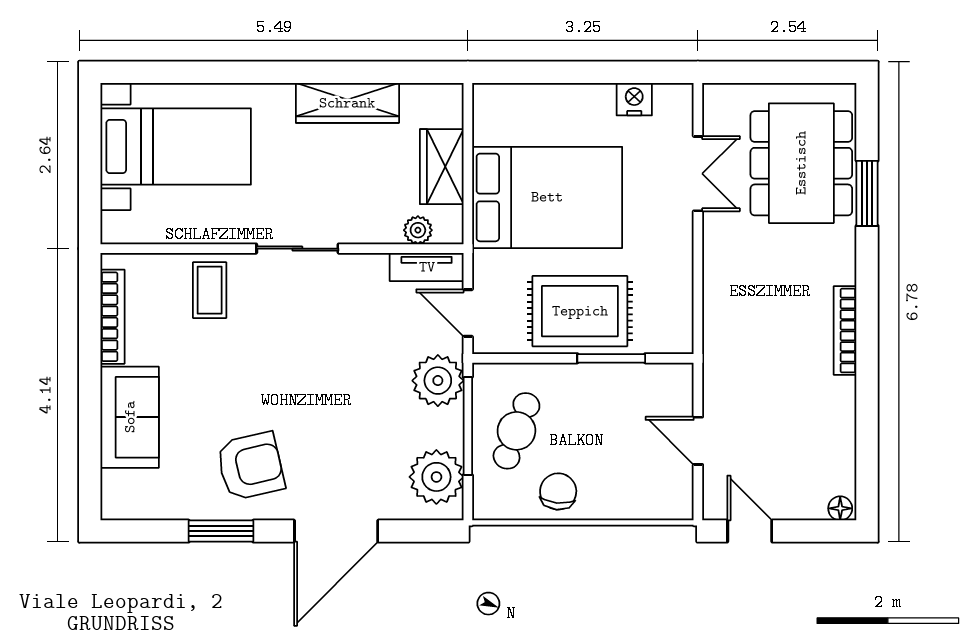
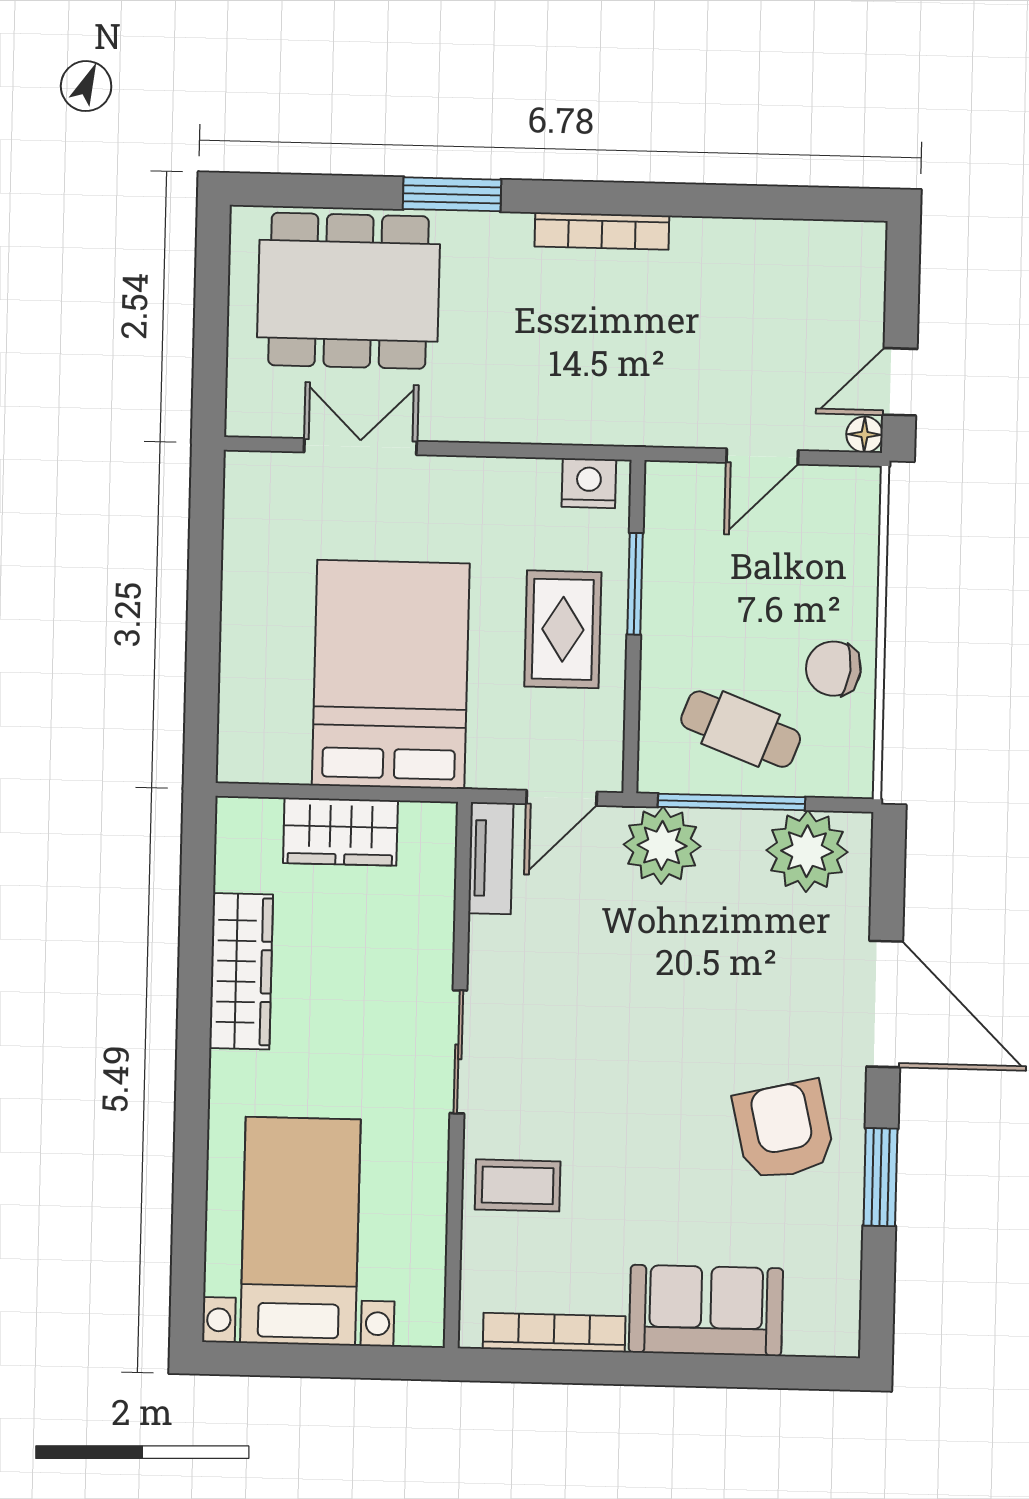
nightstand: (634, 99) -> (589, 483), moved, turned 90
window: (867, 193) -> (452, 194), moved
plant: (418, 230) -> (435, 870), removed
rug: (580, 311) -> (563, 629), width x0.73, depth x0.70
floor lamp: (840, 508) -> (865, 435), moved

